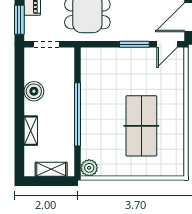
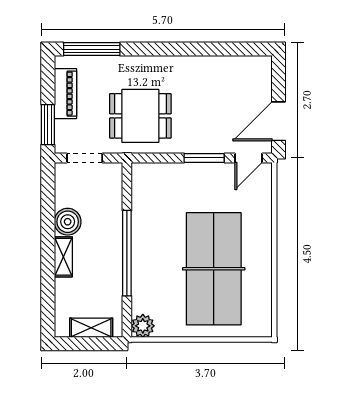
table tennis table: (141, 126) -> (214, 269), width x1.36, depth x1.32
shelving: (31, 131) -> (63, 257), moved

